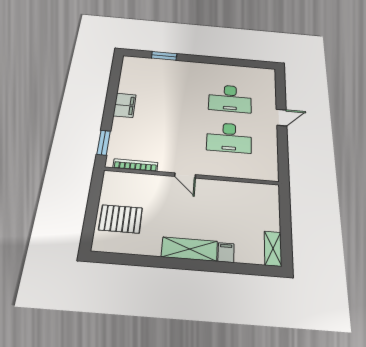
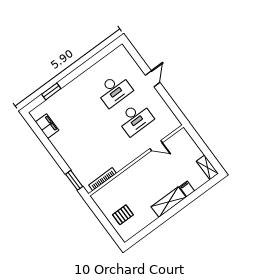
filing cabinet: (125, 105) -> (47, 126), moved
door: (185, 175) -> (156, 146), moved
pallet: (121, 219) -> (123, 215), width x0.67, depth x0.71

